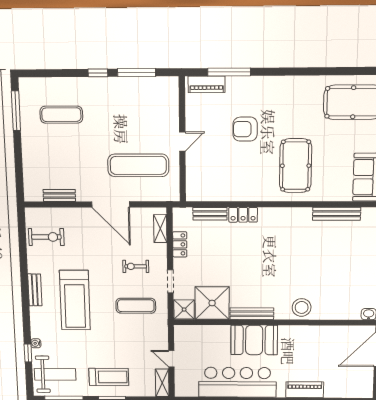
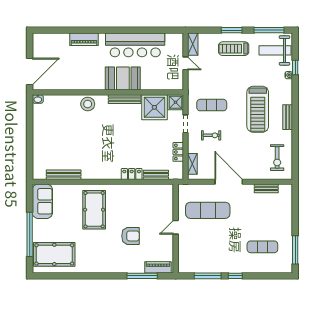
exercise bike: (46, 237) -> (277, 158), turned -90
treadmill: (75, 300) -> (258, 109), turned 180

